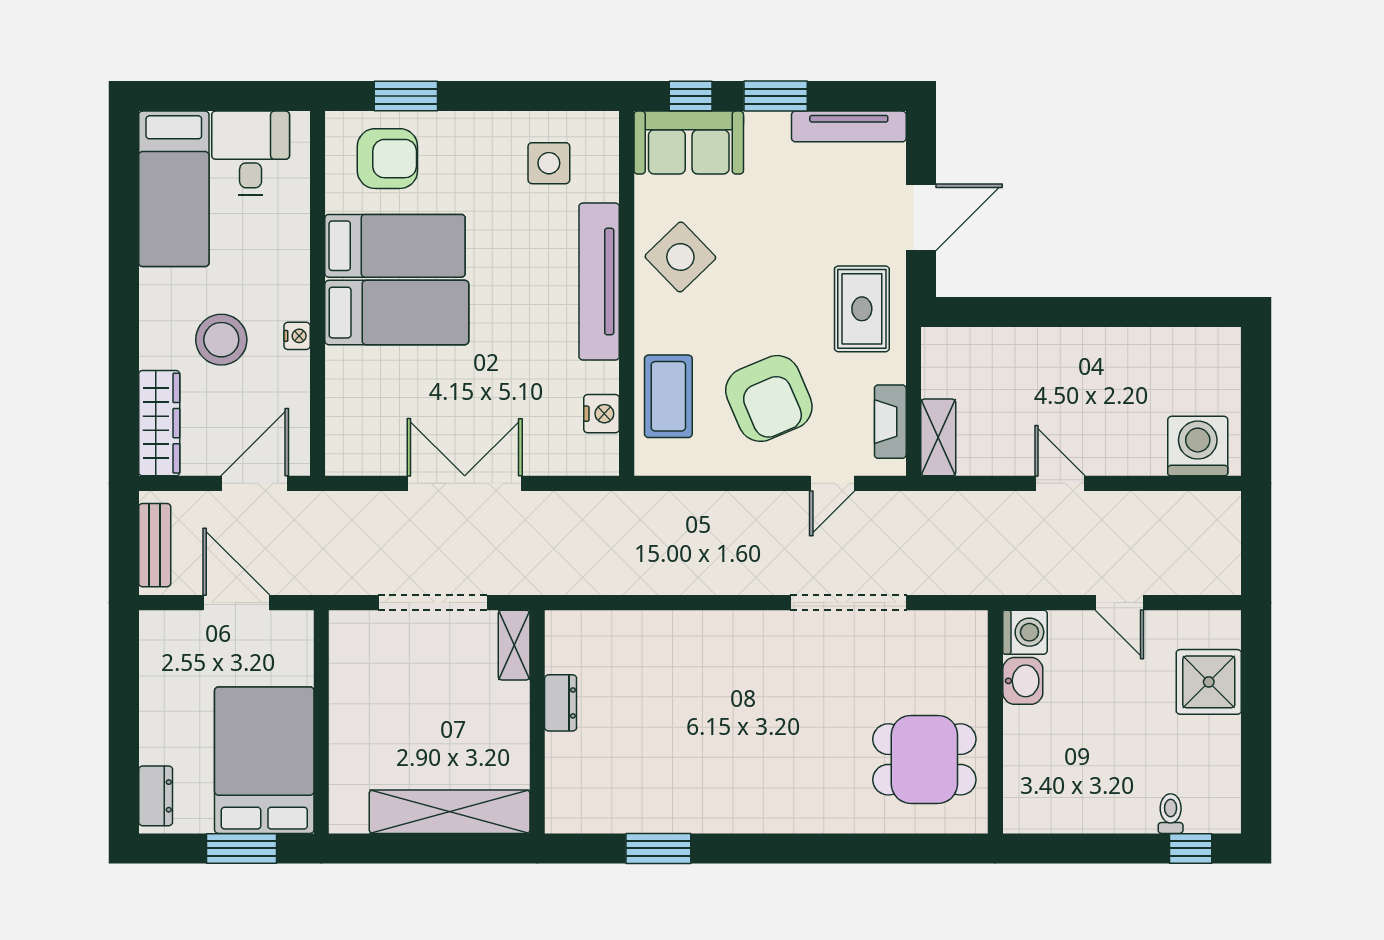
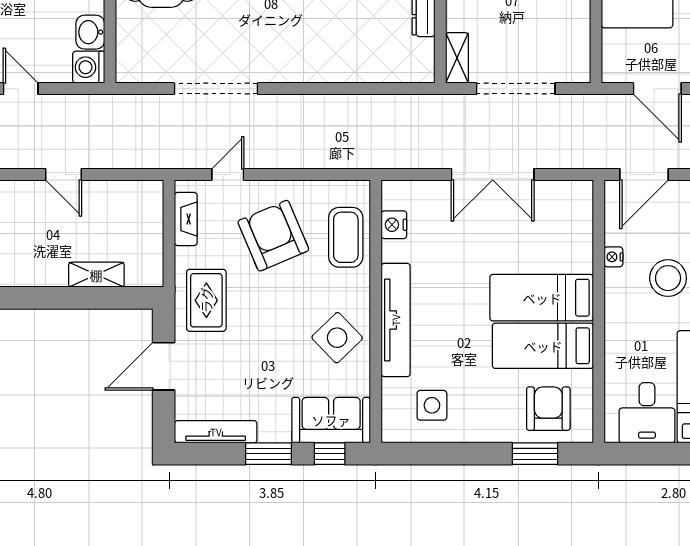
armchair: (387, 159) -> (548, 409), turned 90
nightstand: (297, 336) -> (613, 257), moved
shelving: (938, 437) -> (96, 275), moved, turned 90

